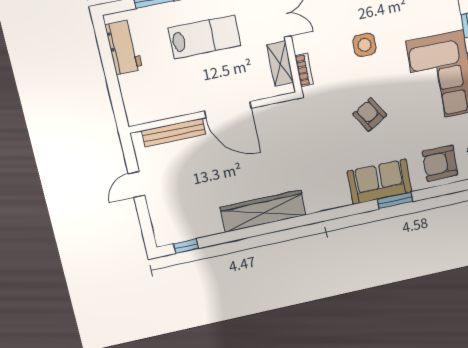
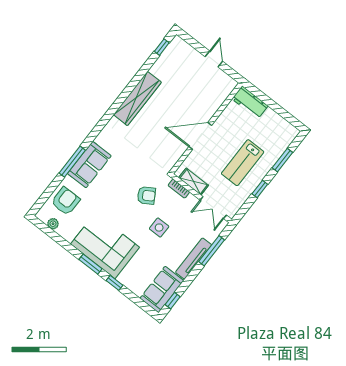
workbench: (124, 47) -> (250, 102), moved
armchair: (370, 115) -> (146, 195), moved
bench: (174, 133) -> (217, 102), removed
window: (395, 200) -> (72, 162), width x1.44

